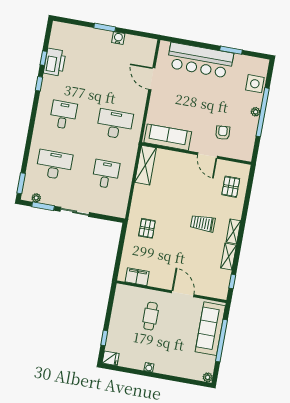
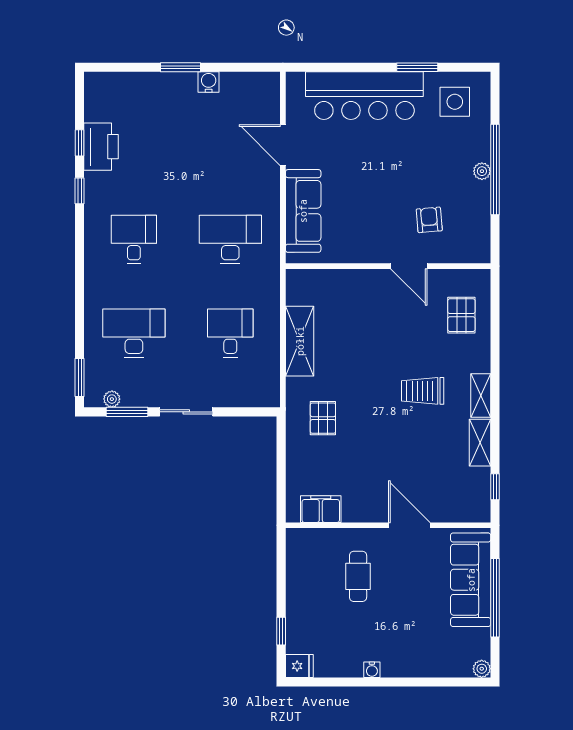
side table: (255, 84) -> (455, 102), moved
sofa: (168, 137) -> (303, 211), moved, turned 90
shelving: (145, 165) -> (300, 341), moved

